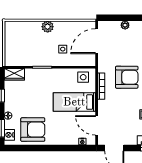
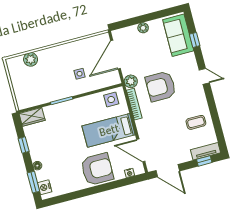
plant: (48, 27) -> (31, 59), moved
plant: (103, 66) -> (131, 81), added
armchair: (127, 77) -> (161, 86), turned 180
armchair: (33, 130) -> (97, 169), moved

